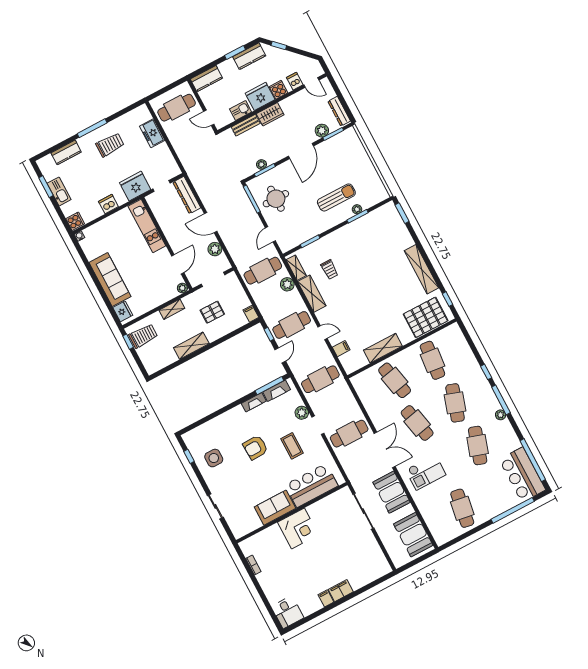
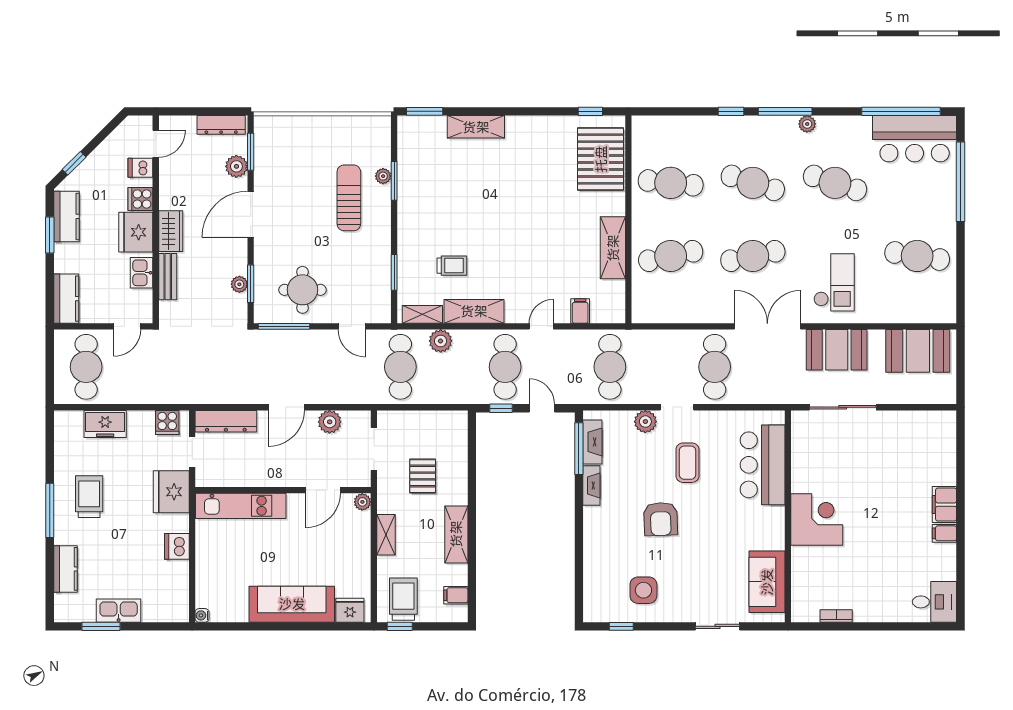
door: (301, 151) -> (251, 214), swing flipped
cooker: (75, 221) -> (167, 422), moved, turned 180
door: (178, 264) -> (323, 490), swing flipped
shelving: (421, 269) -> (476, 127), moved, width x0.68
filing cabinet: (251, 314) -> (456, 595), moved
coffee table: (292, 446) -> (688, 463), turned 90
sofa: (275, 508) -> (767, 582), moved

